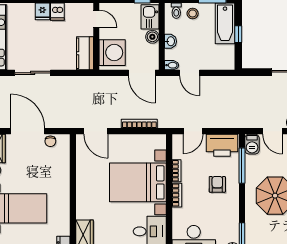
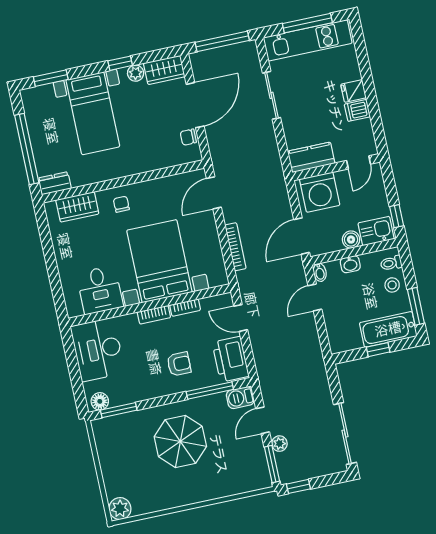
chair: (90, 202) -> (121, 204), added

